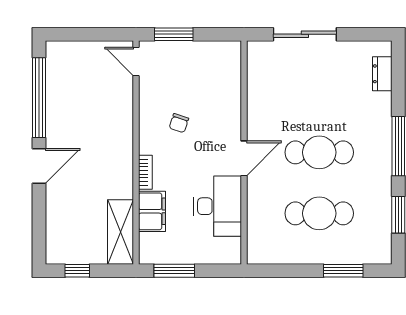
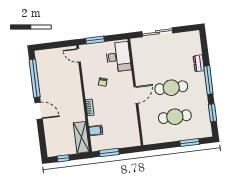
dresser: (382, 74) -> (199, 63), moved
door: (39, 166) -> (39, 111), hinge flipped
desk: (218, 206) -> (118, 57), moved
filing cabinet: (152, 211) -> (96, 130), width x0.50

